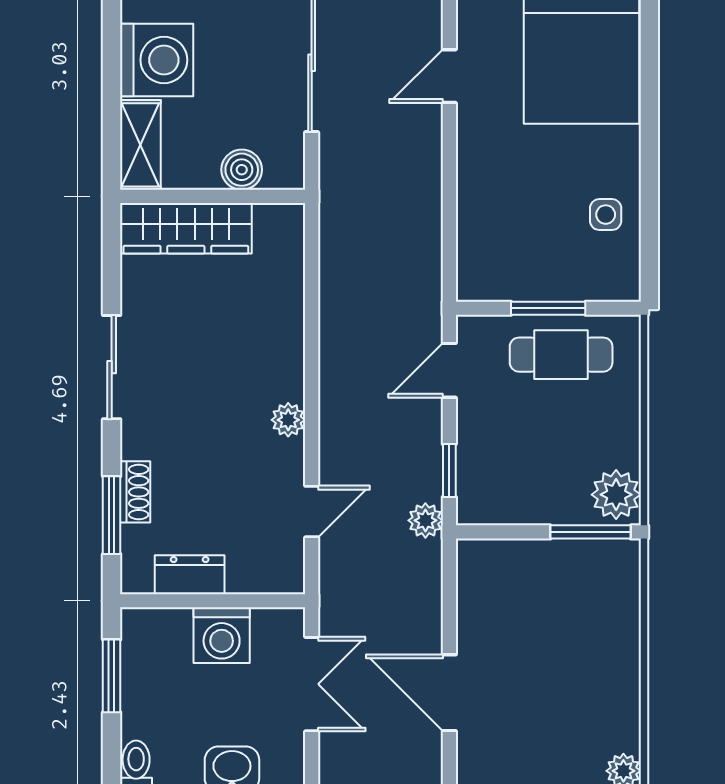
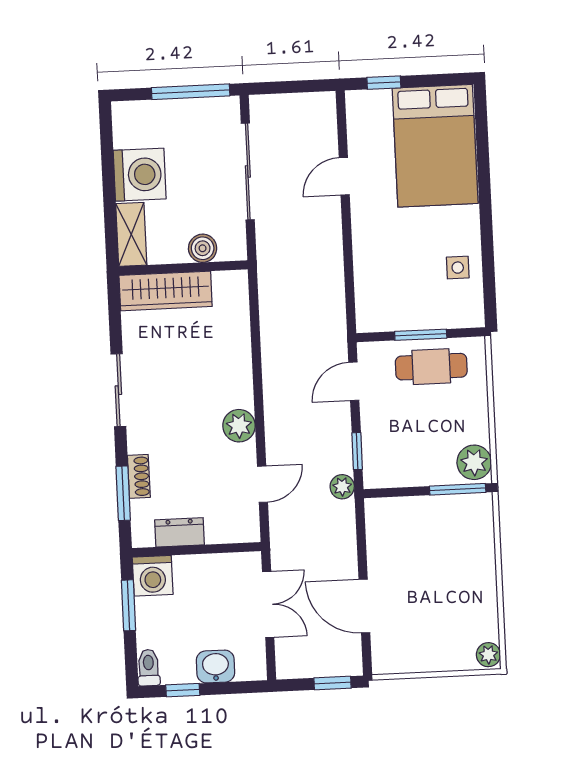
plant: (288, 420) -> (239, 426), width x1.38, depth x1.38
washing machine: (222, 635) -> (153, 576), moved

